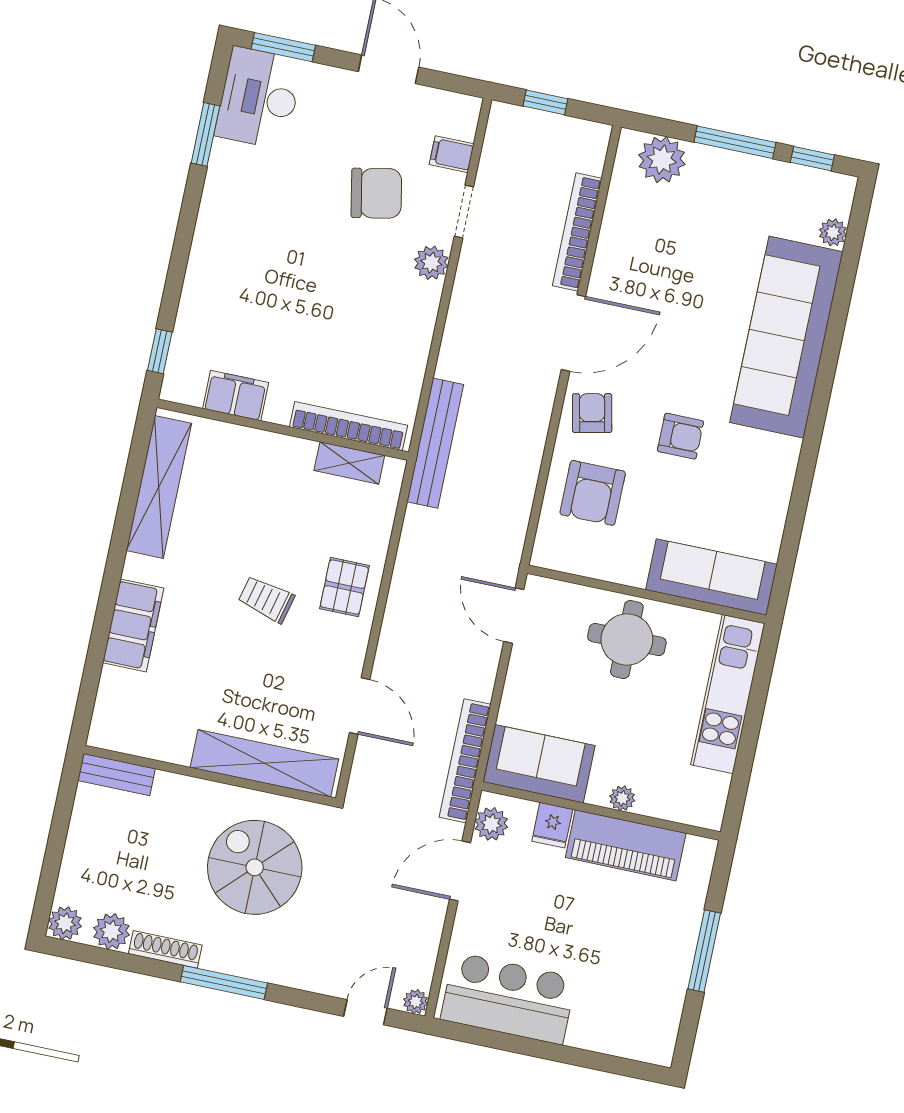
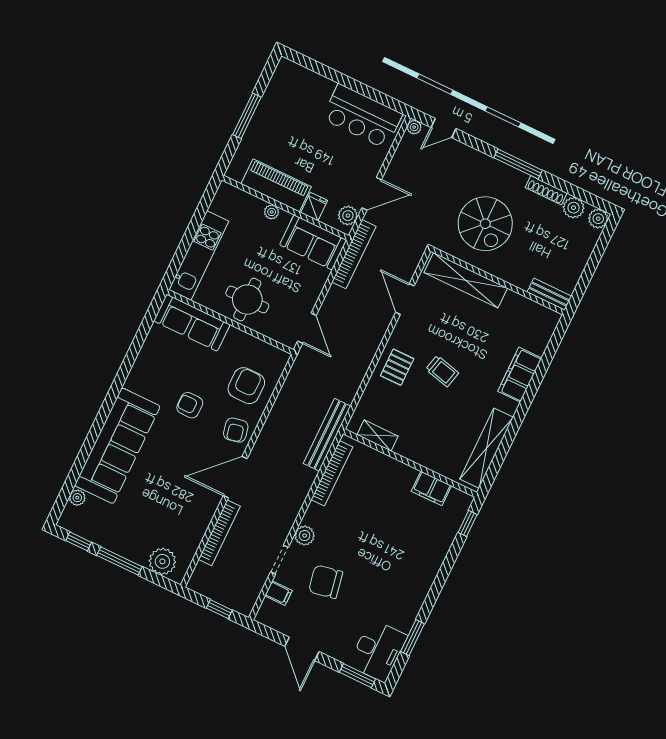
bookcase: (349, 426) -> (332, 473), moved, turned -90

